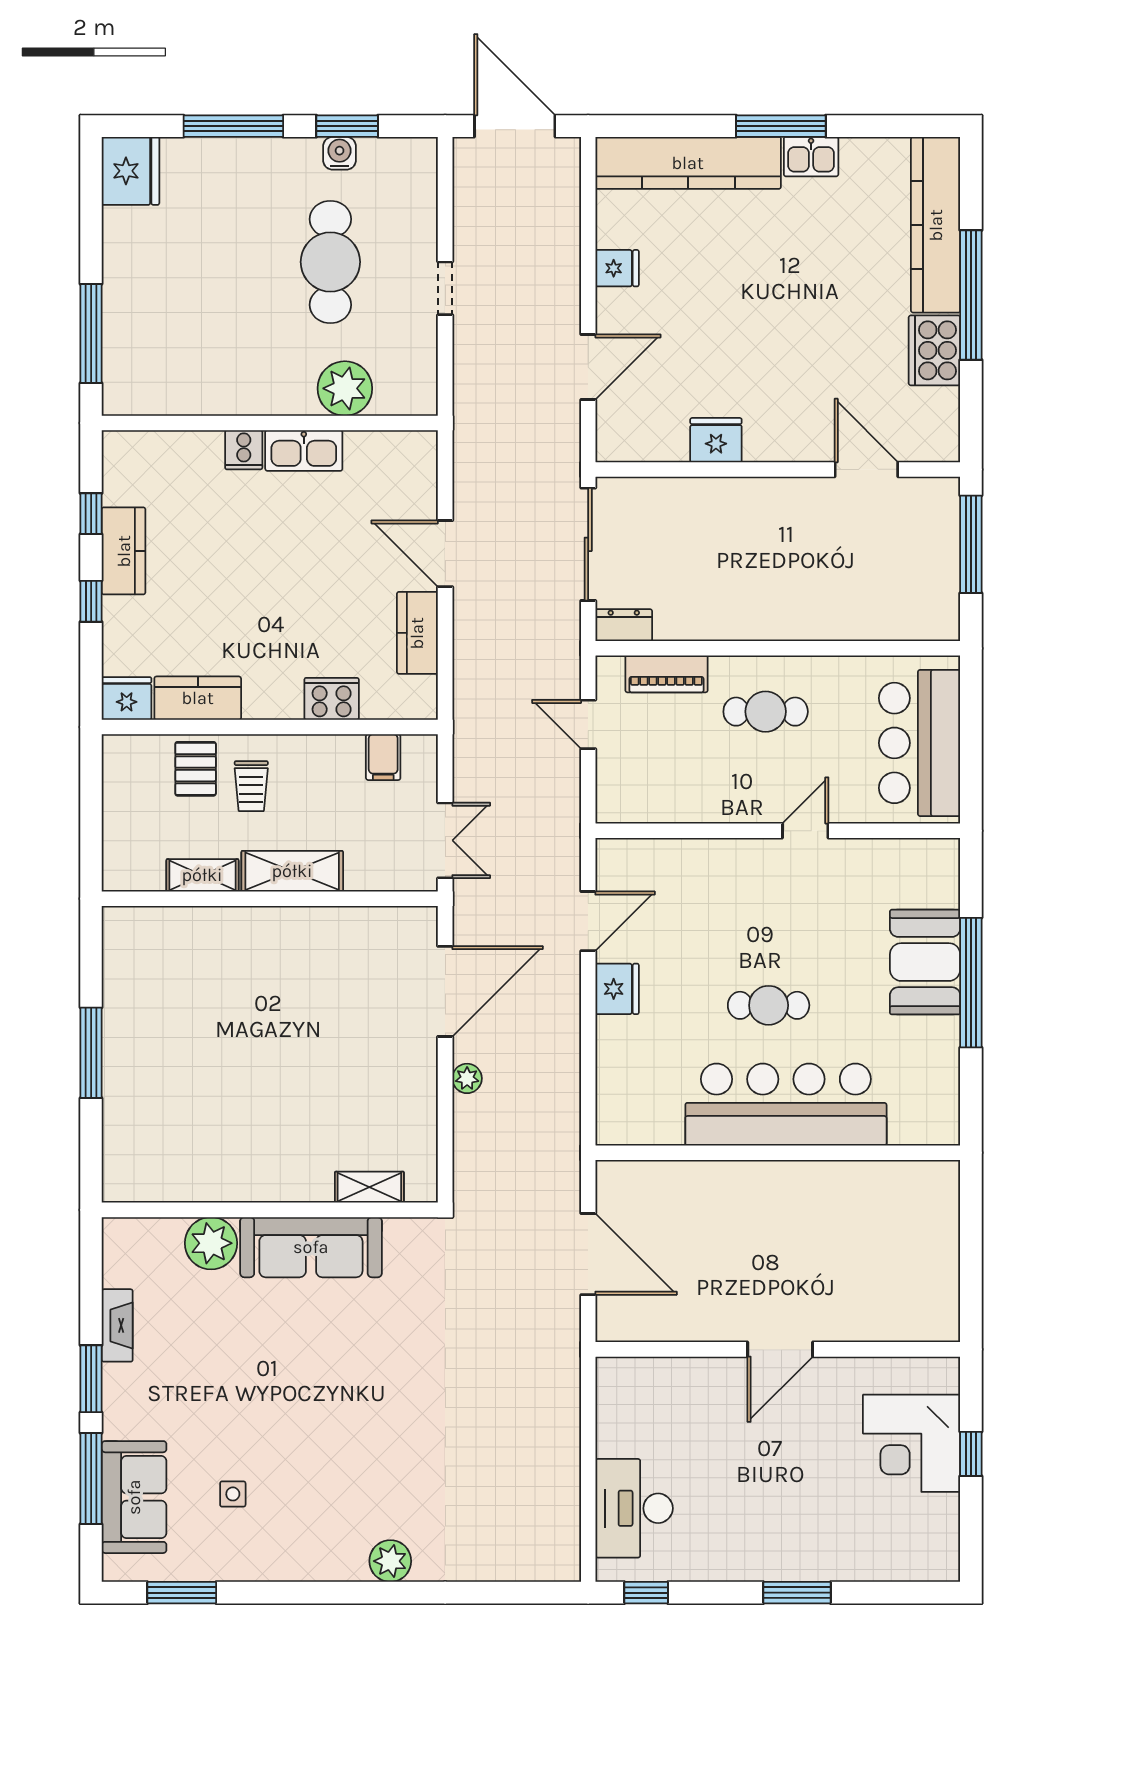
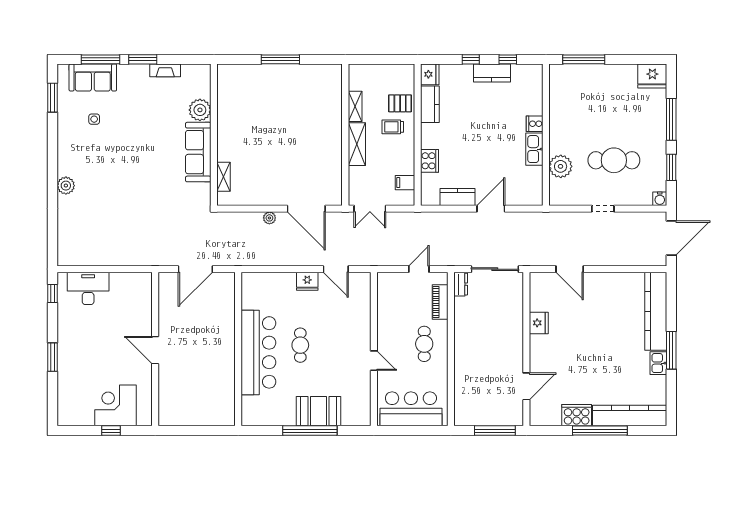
water cooler: (340, 153) -> (660, 199), moved, turned 90
fridge: (617, 268) -> (611, 281), removed

